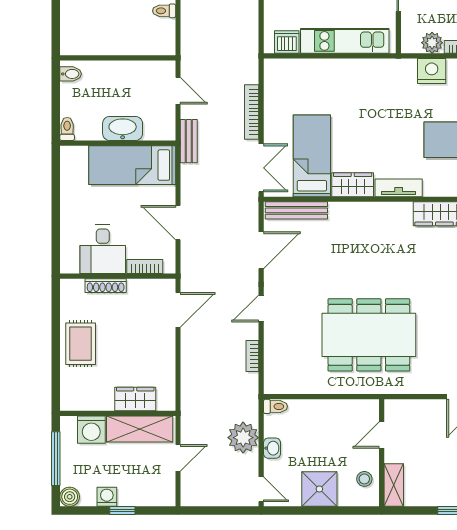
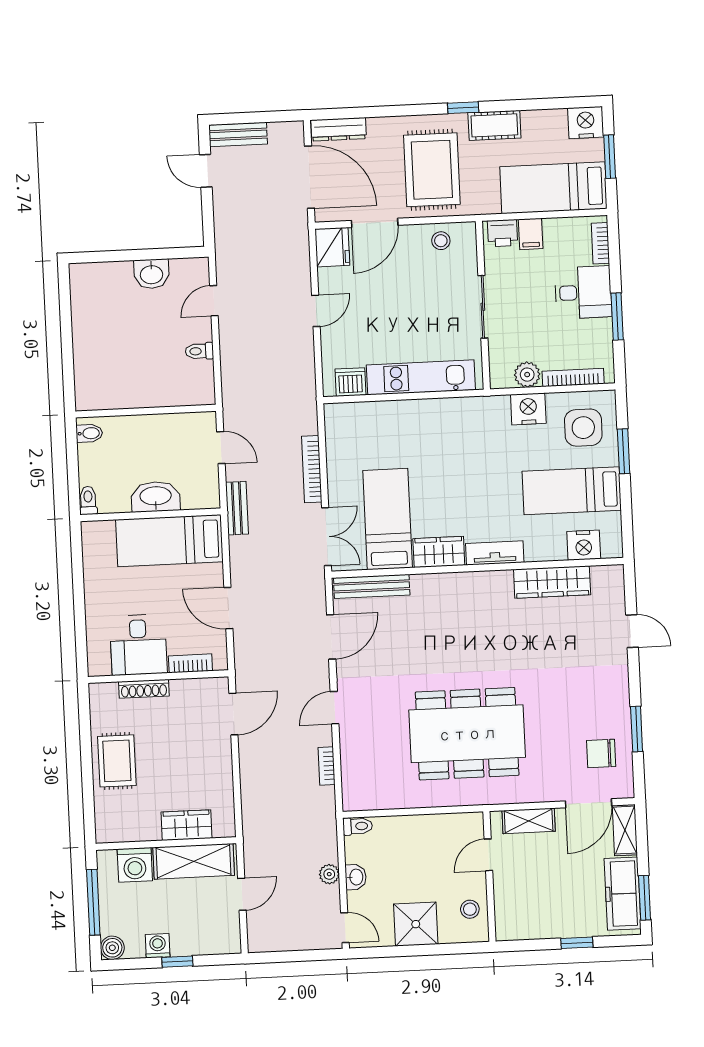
plant: (243, 438) -> (329, 874), width x0.53, depth x0.53
shelving: (394, 485) -> (529, 821), moved, turned 90

